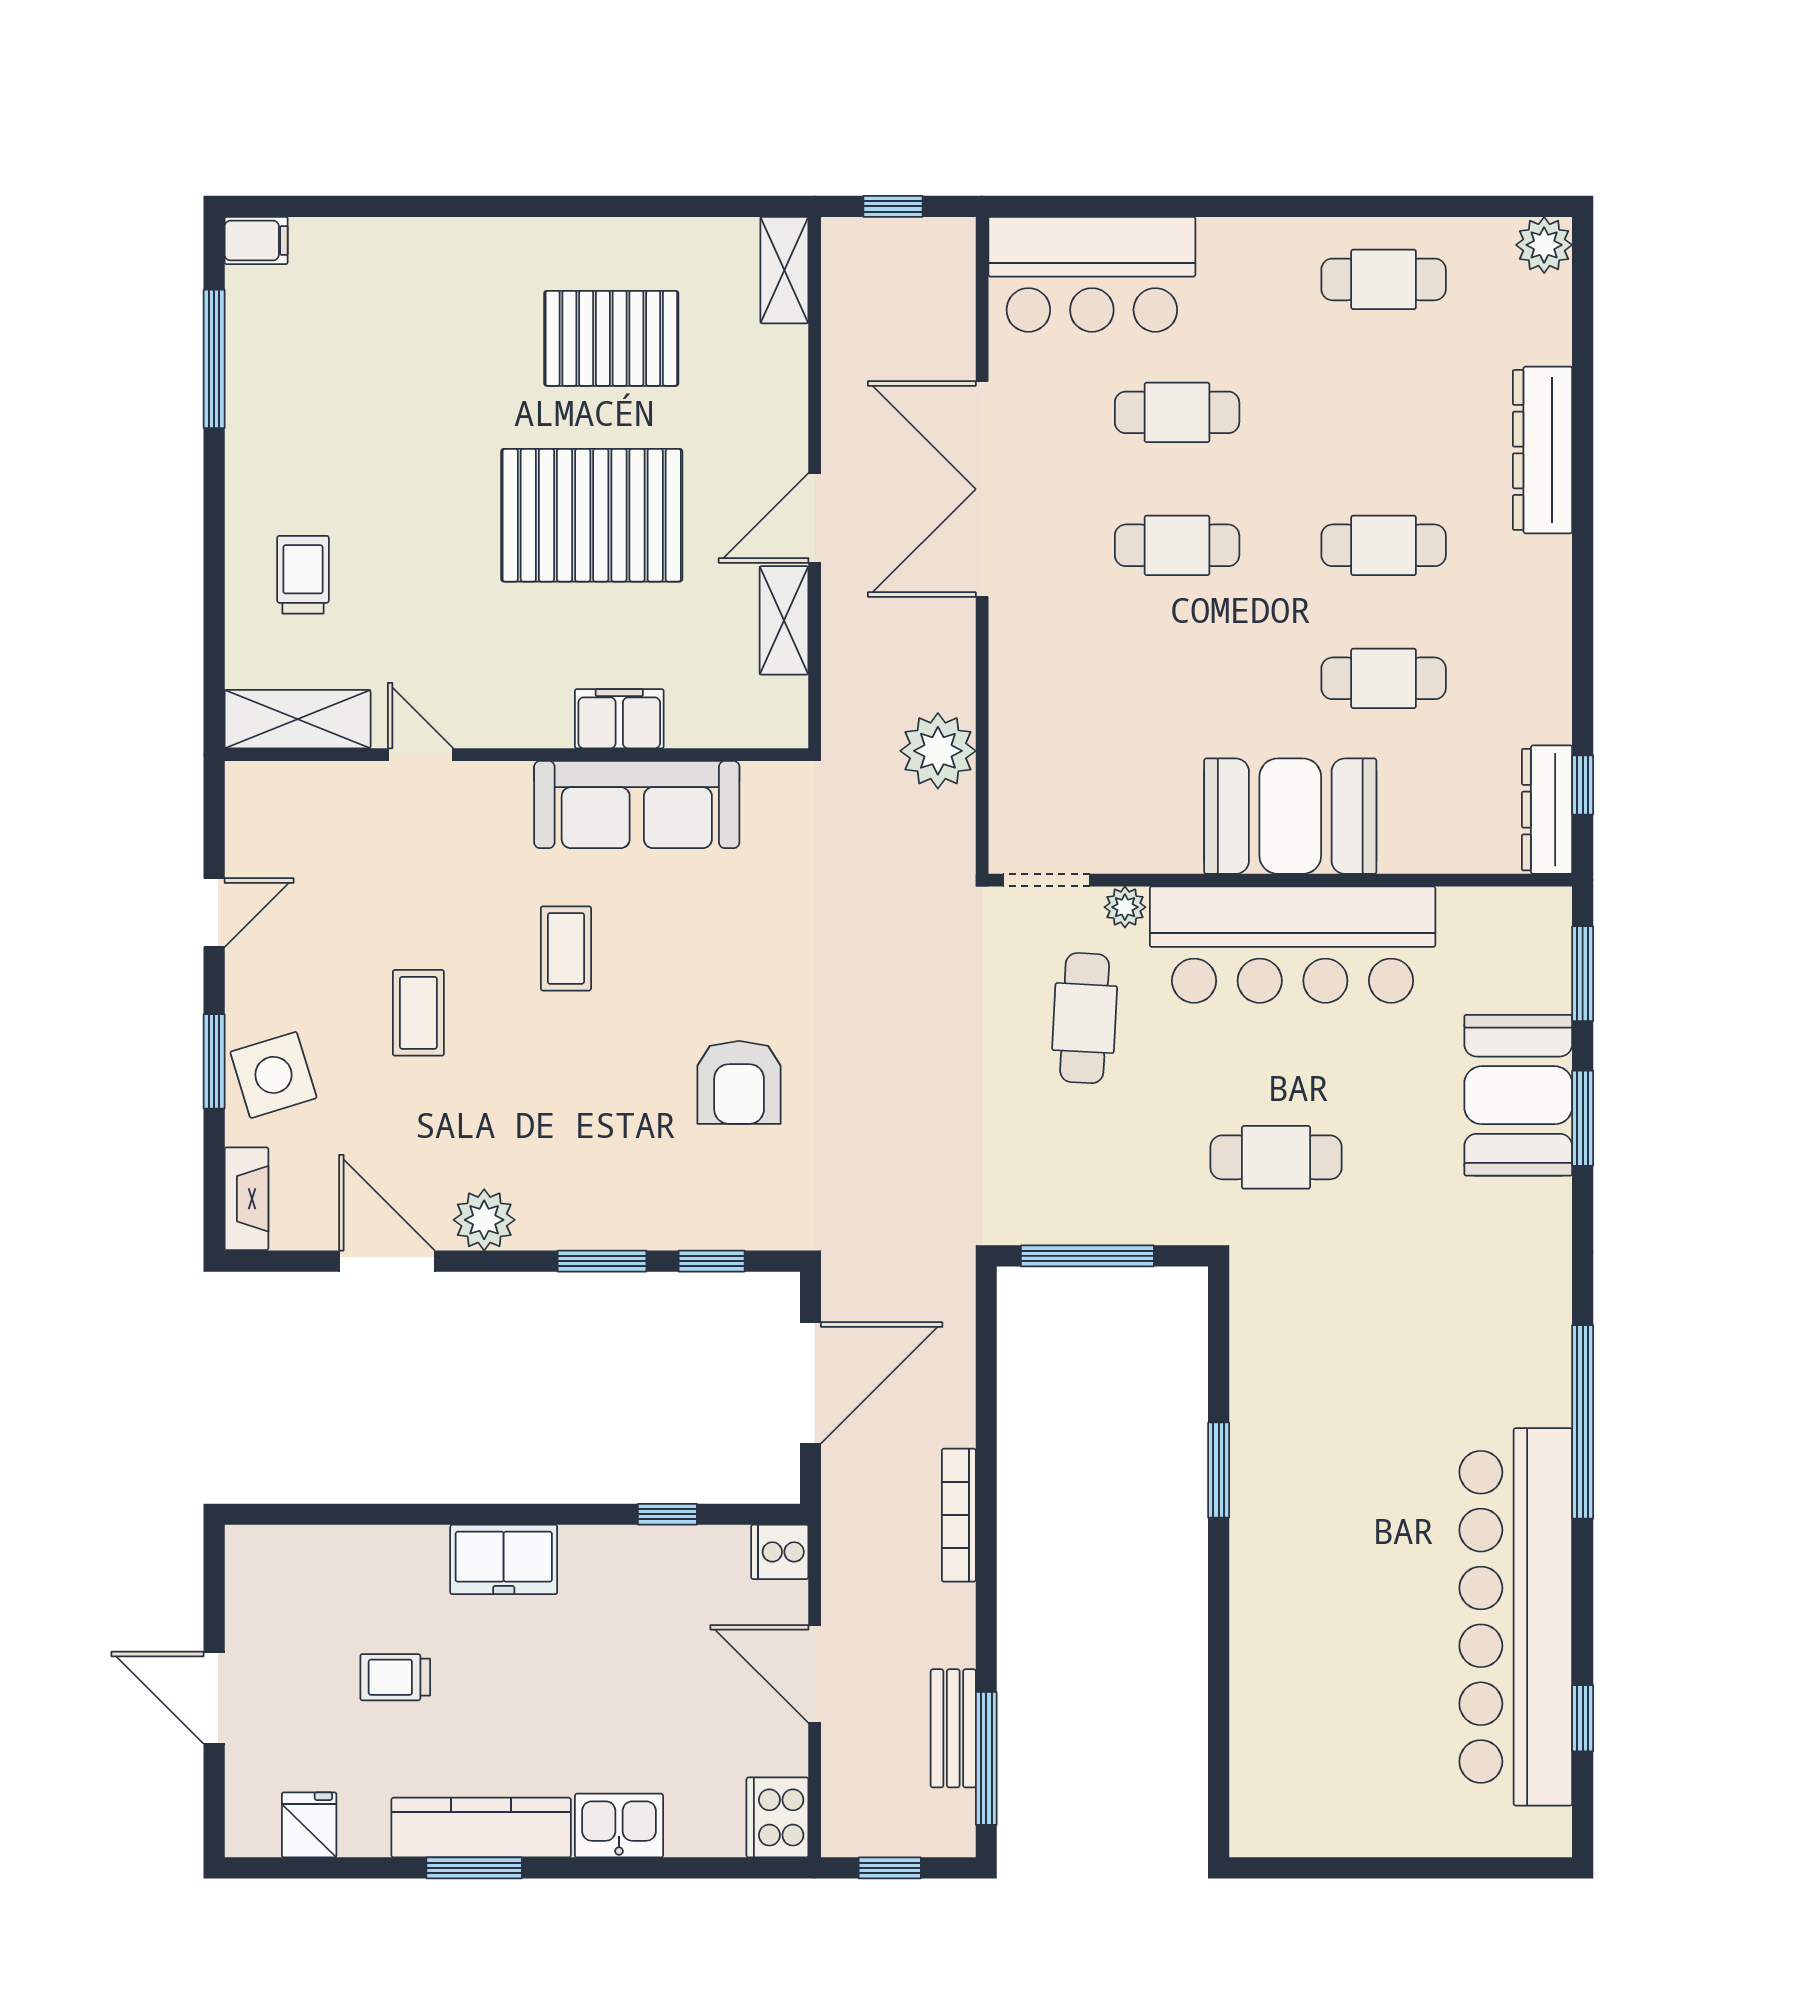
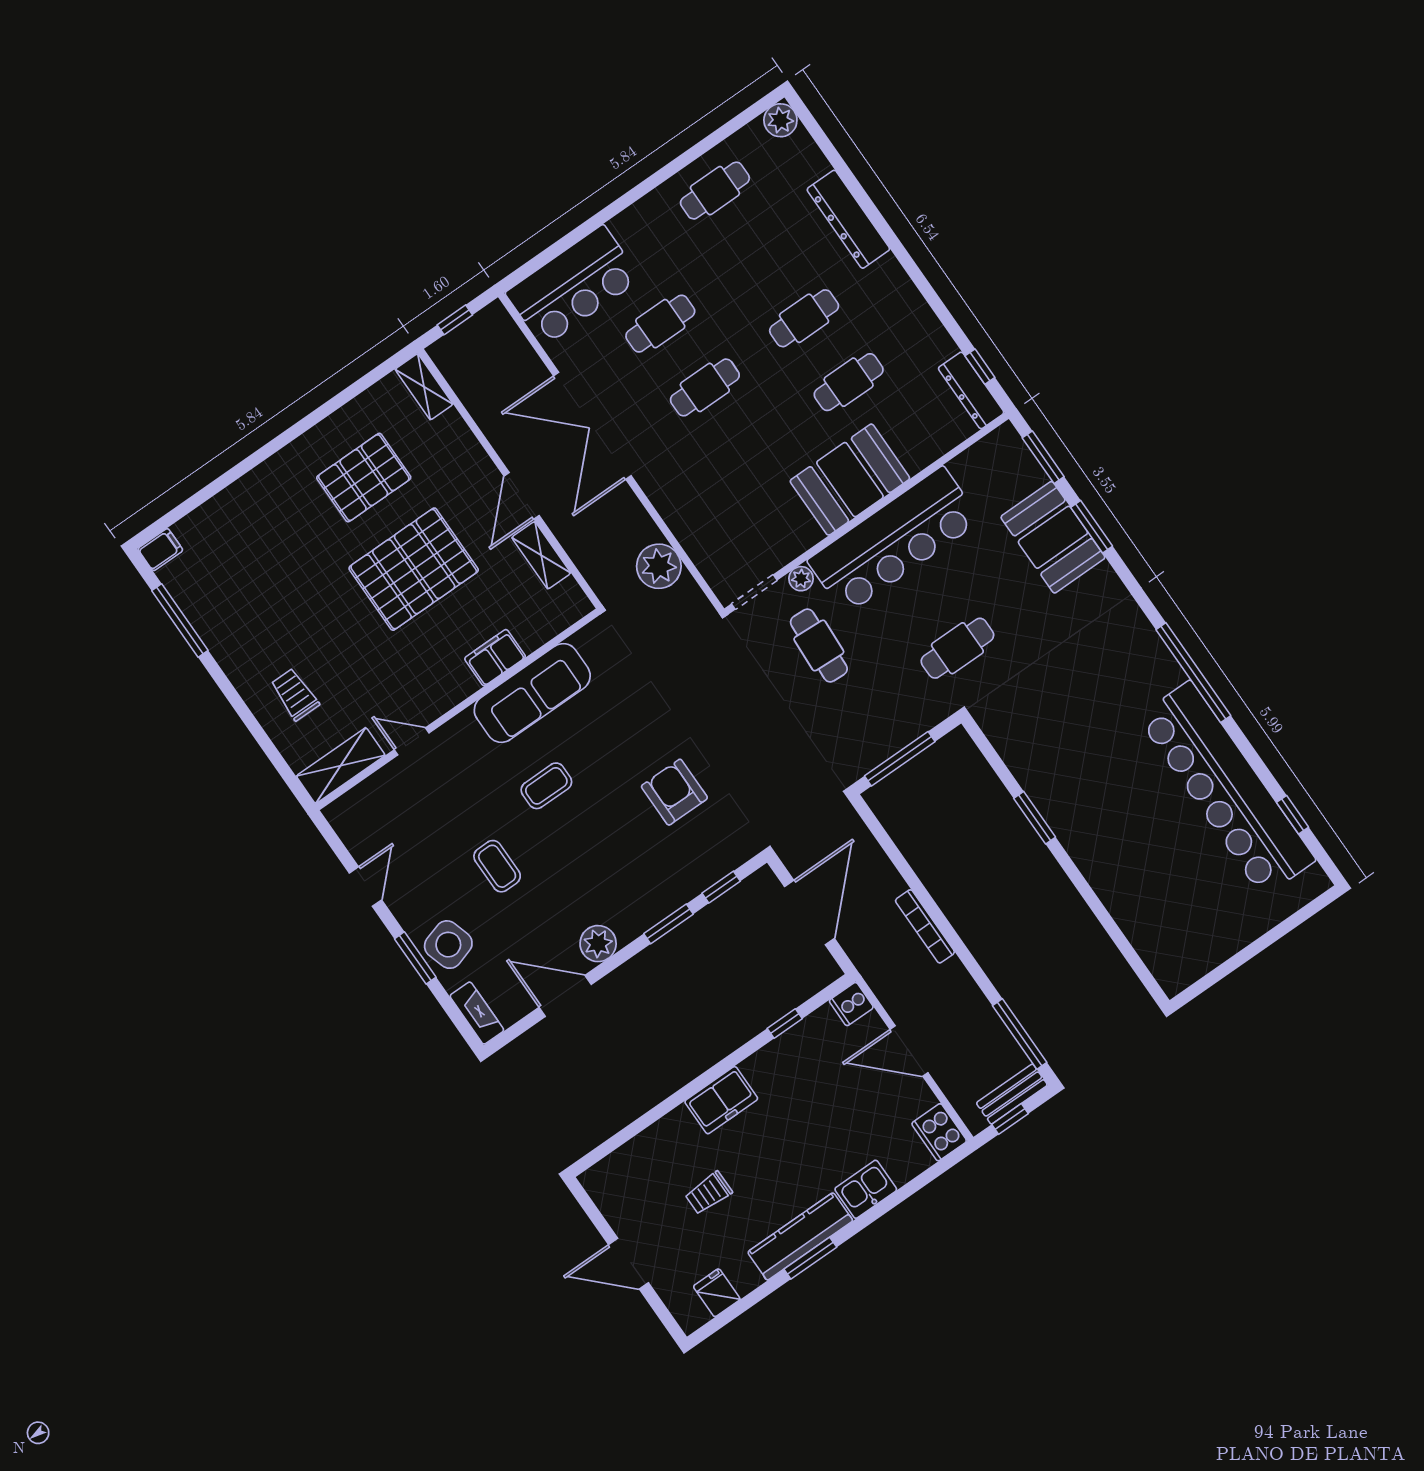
coffee table: (566, 948) -> (546, 786), turned 90
armchair: (739, 1082) -> (674, 792), turned 180
bench: (953, 1728) -> (1012, 1094), moved, turned 90

